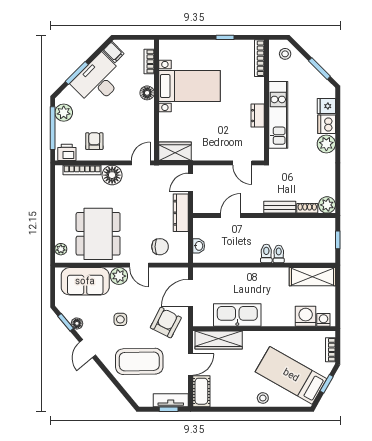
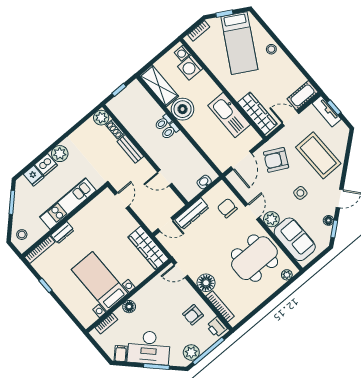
dresser: (258, 116) -> (62, 233), moved
wardrobe: (175, 151) -> (148, 248), width x1.50
boiler: (276, 280) -> (183, 109), added
door: (191, 293) -> (241, 160), hinge flipped

